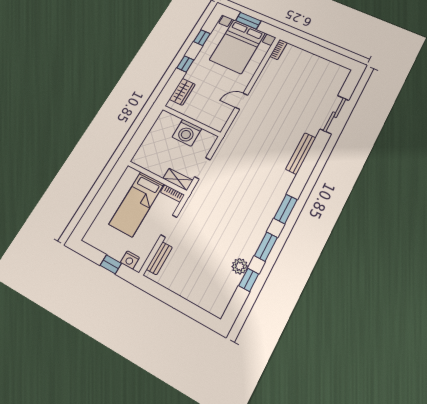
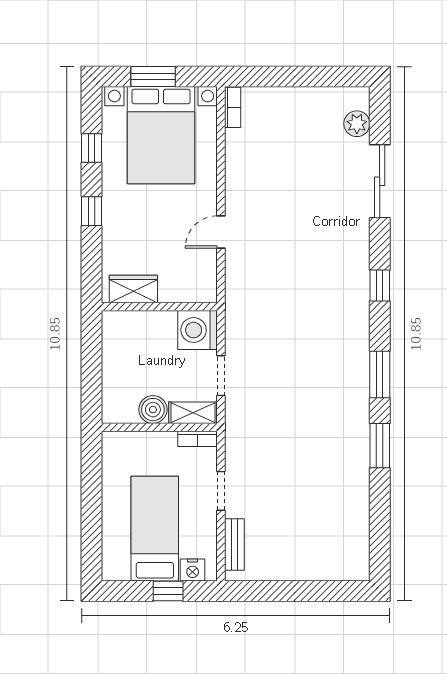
wardrobe: (182, 92) -> (133, 289), moved, turned -90
washing machine: (187, 133) -> (197, 330), moved, turned 90
bench: (301, 154) -> (359, 274), removed
boiler: (159, 168) -> (153, 410), added
bed: (137, 204) -> (155, 529), moved, turned 180
plant: (240, 266) -> (357, 124), moved
window: (249, 280) -> (380, 285), moved

